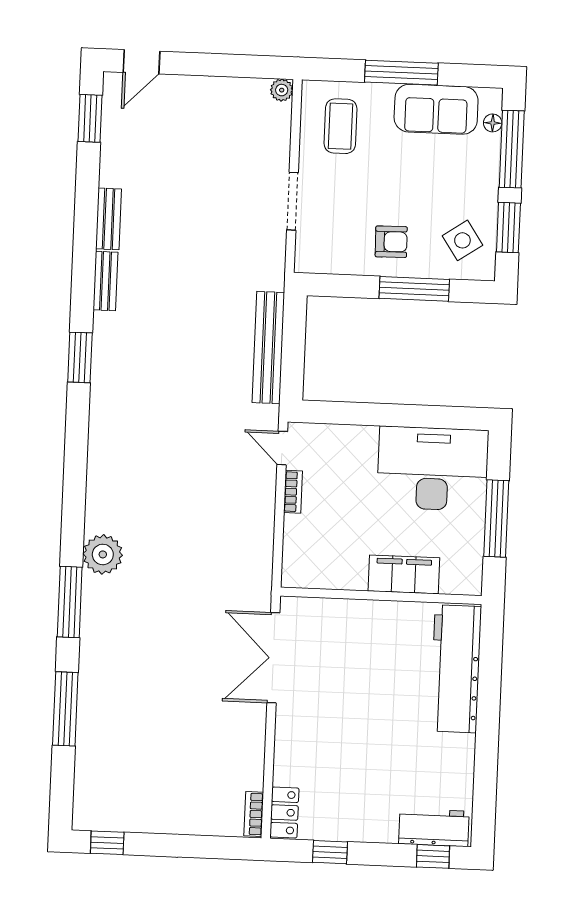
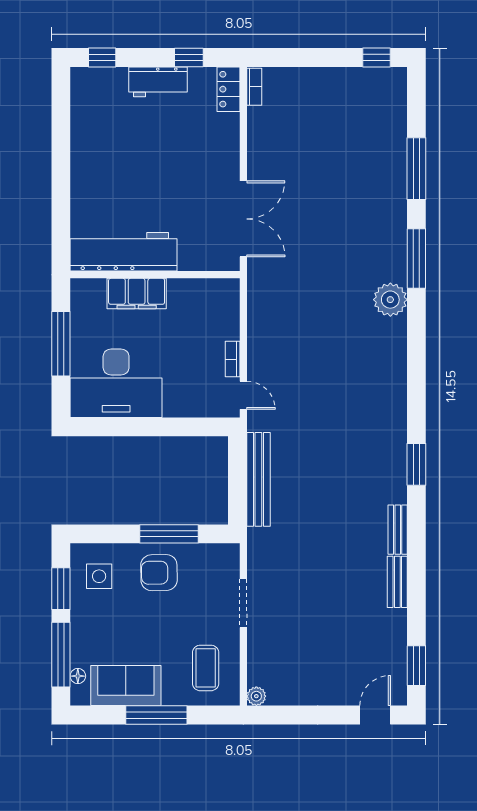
side table: (462, 240) -> (99, 576), turned 34
armchair: (391, 242) -> (159, 573), width x1.38, depth x1.38
window: (414, 289) -> (169, 534), moved
workbench: (456, 669) -> (124, 252), moved, turned -90
workbench: (434, 828) -> (158, 82), moved

